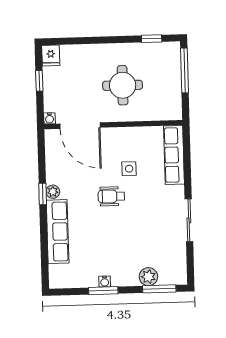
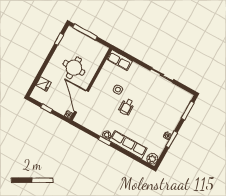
fridge: (51, 55) -> (43, 84), moved
door: (80, 126) -> (81, 101), swing flipped
row of seats: (174, 155) -> (120, 60), width x0.68
plant: (148, 277) -> (152, 159), moved

